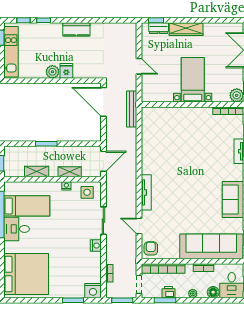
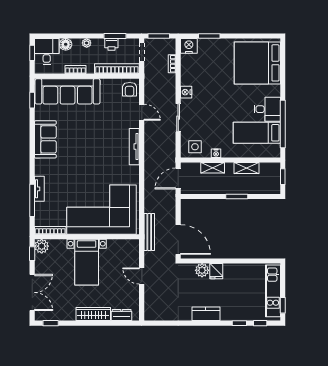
window: (156, 20) -> (51, 323), moved
plant: (52, 72) -> (202, 270), moved
corner sofa: (178, 131) -> (102, 210), added

